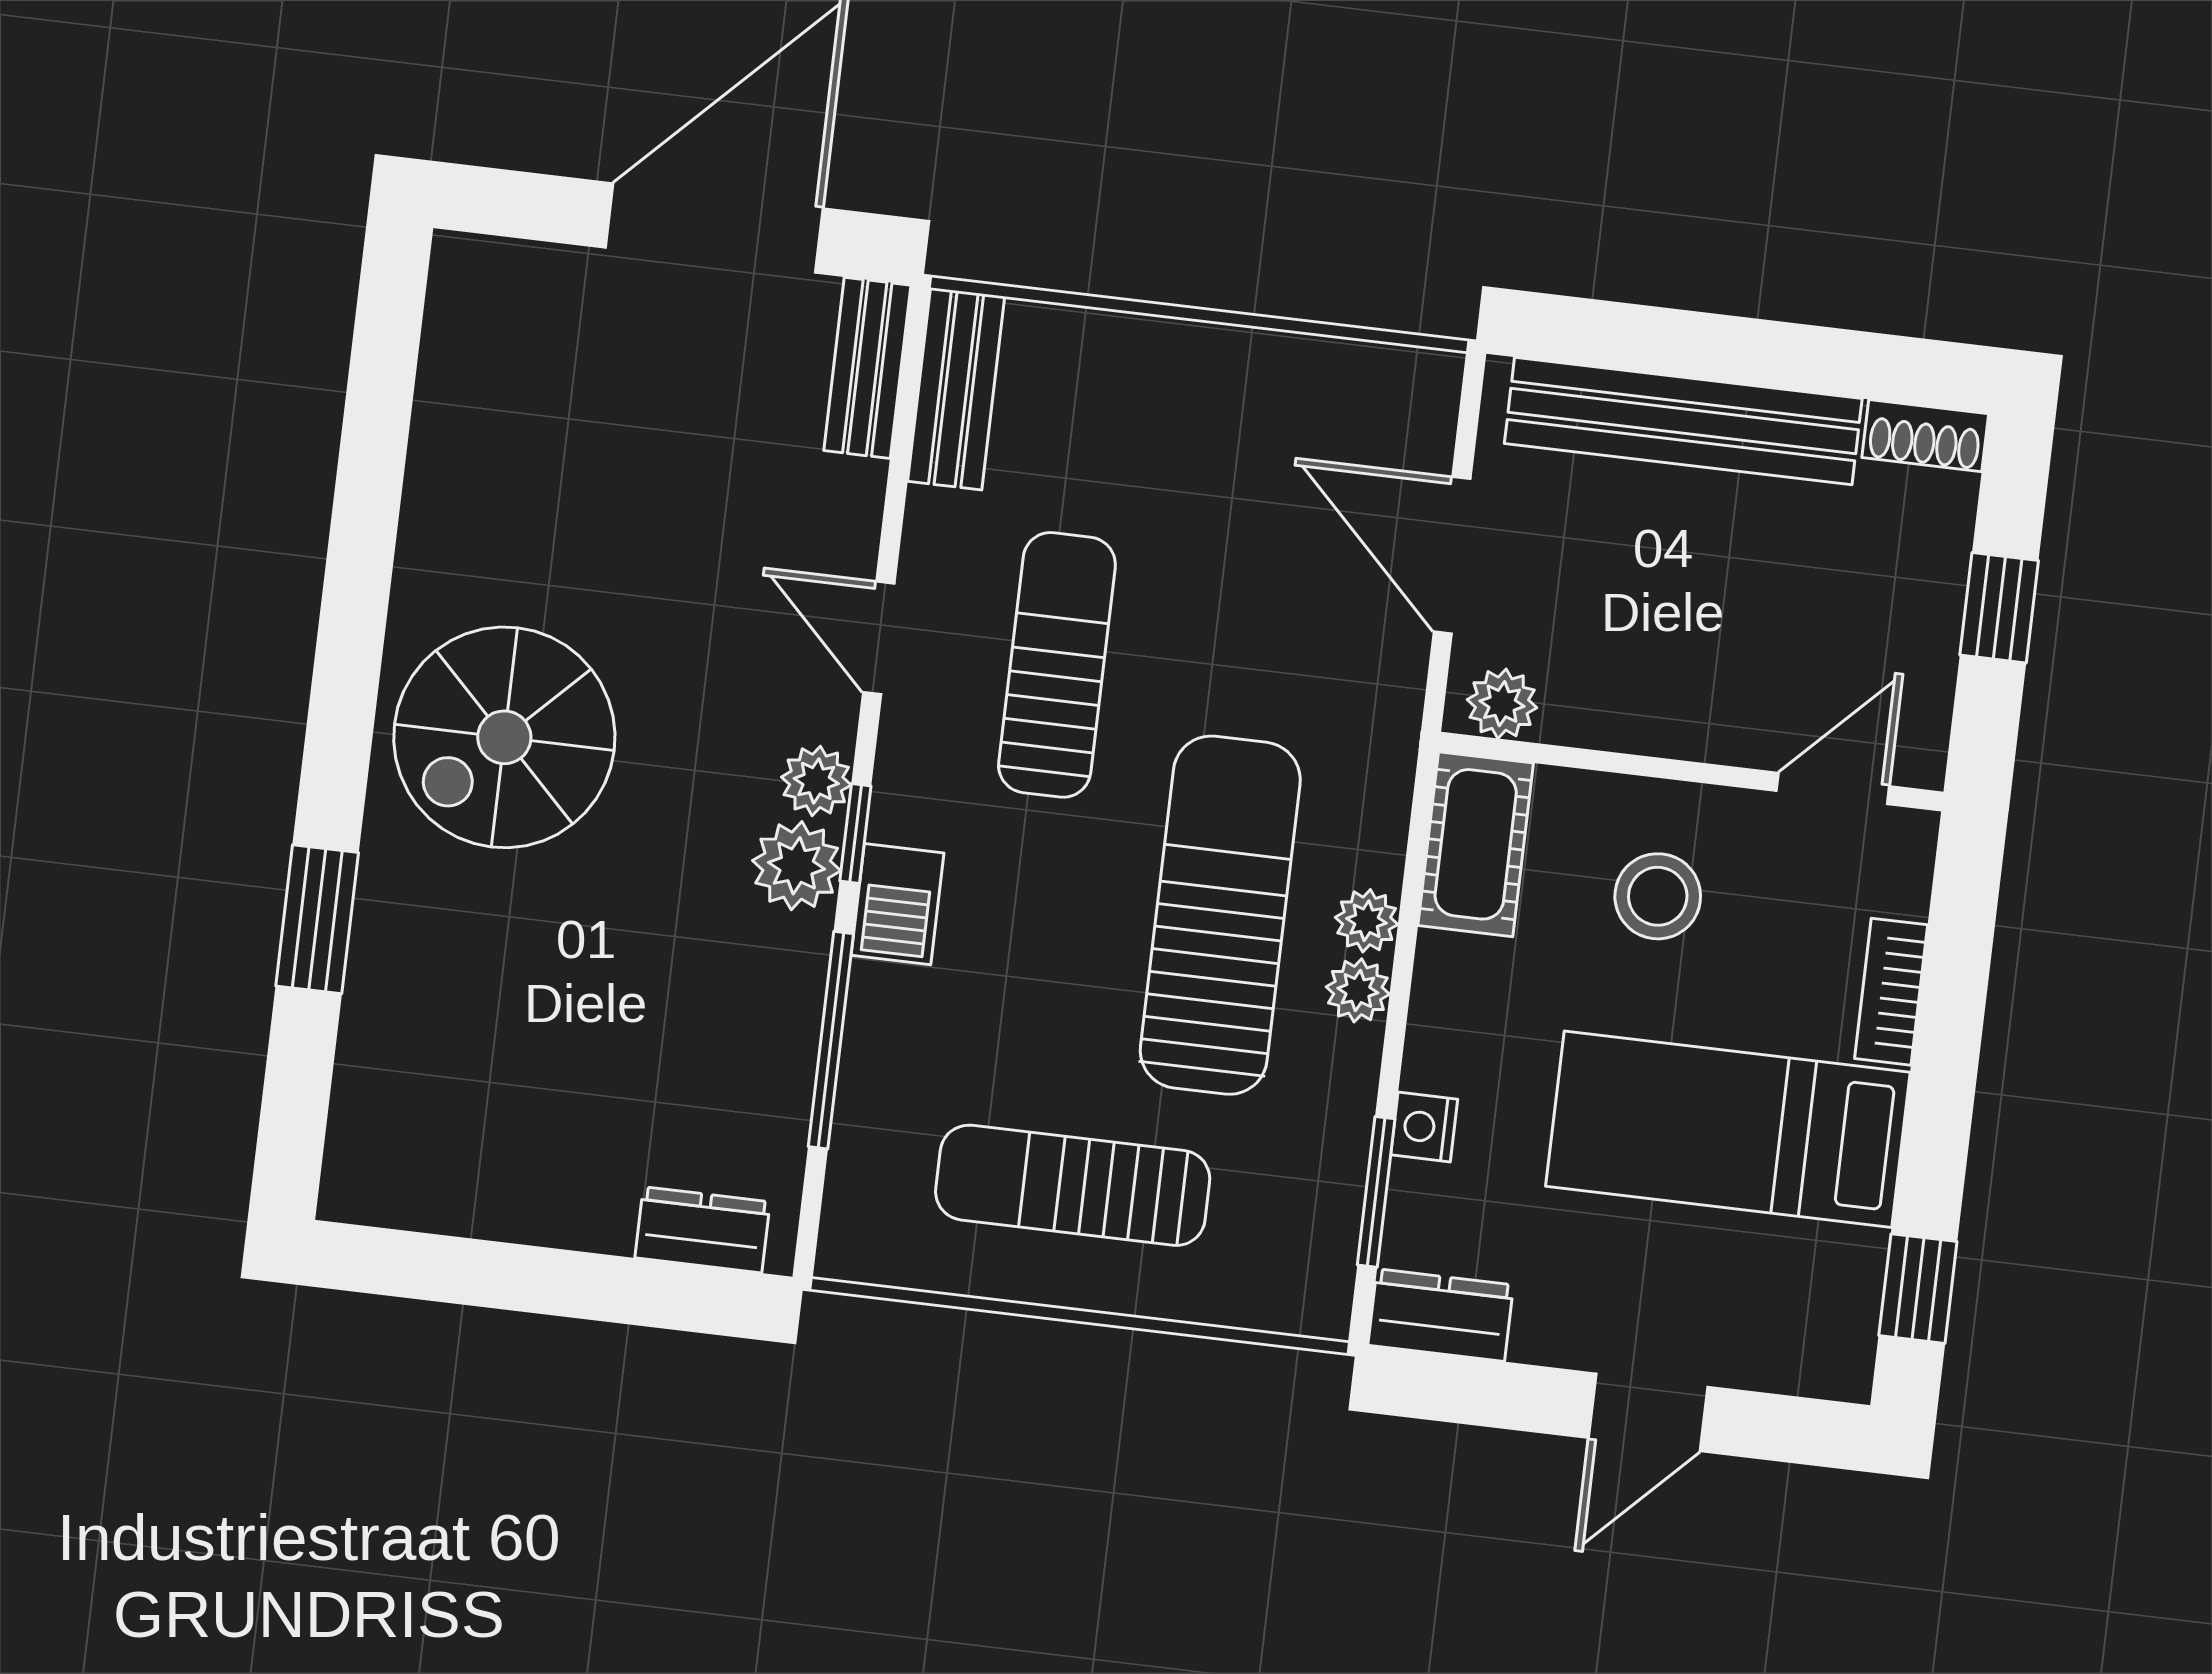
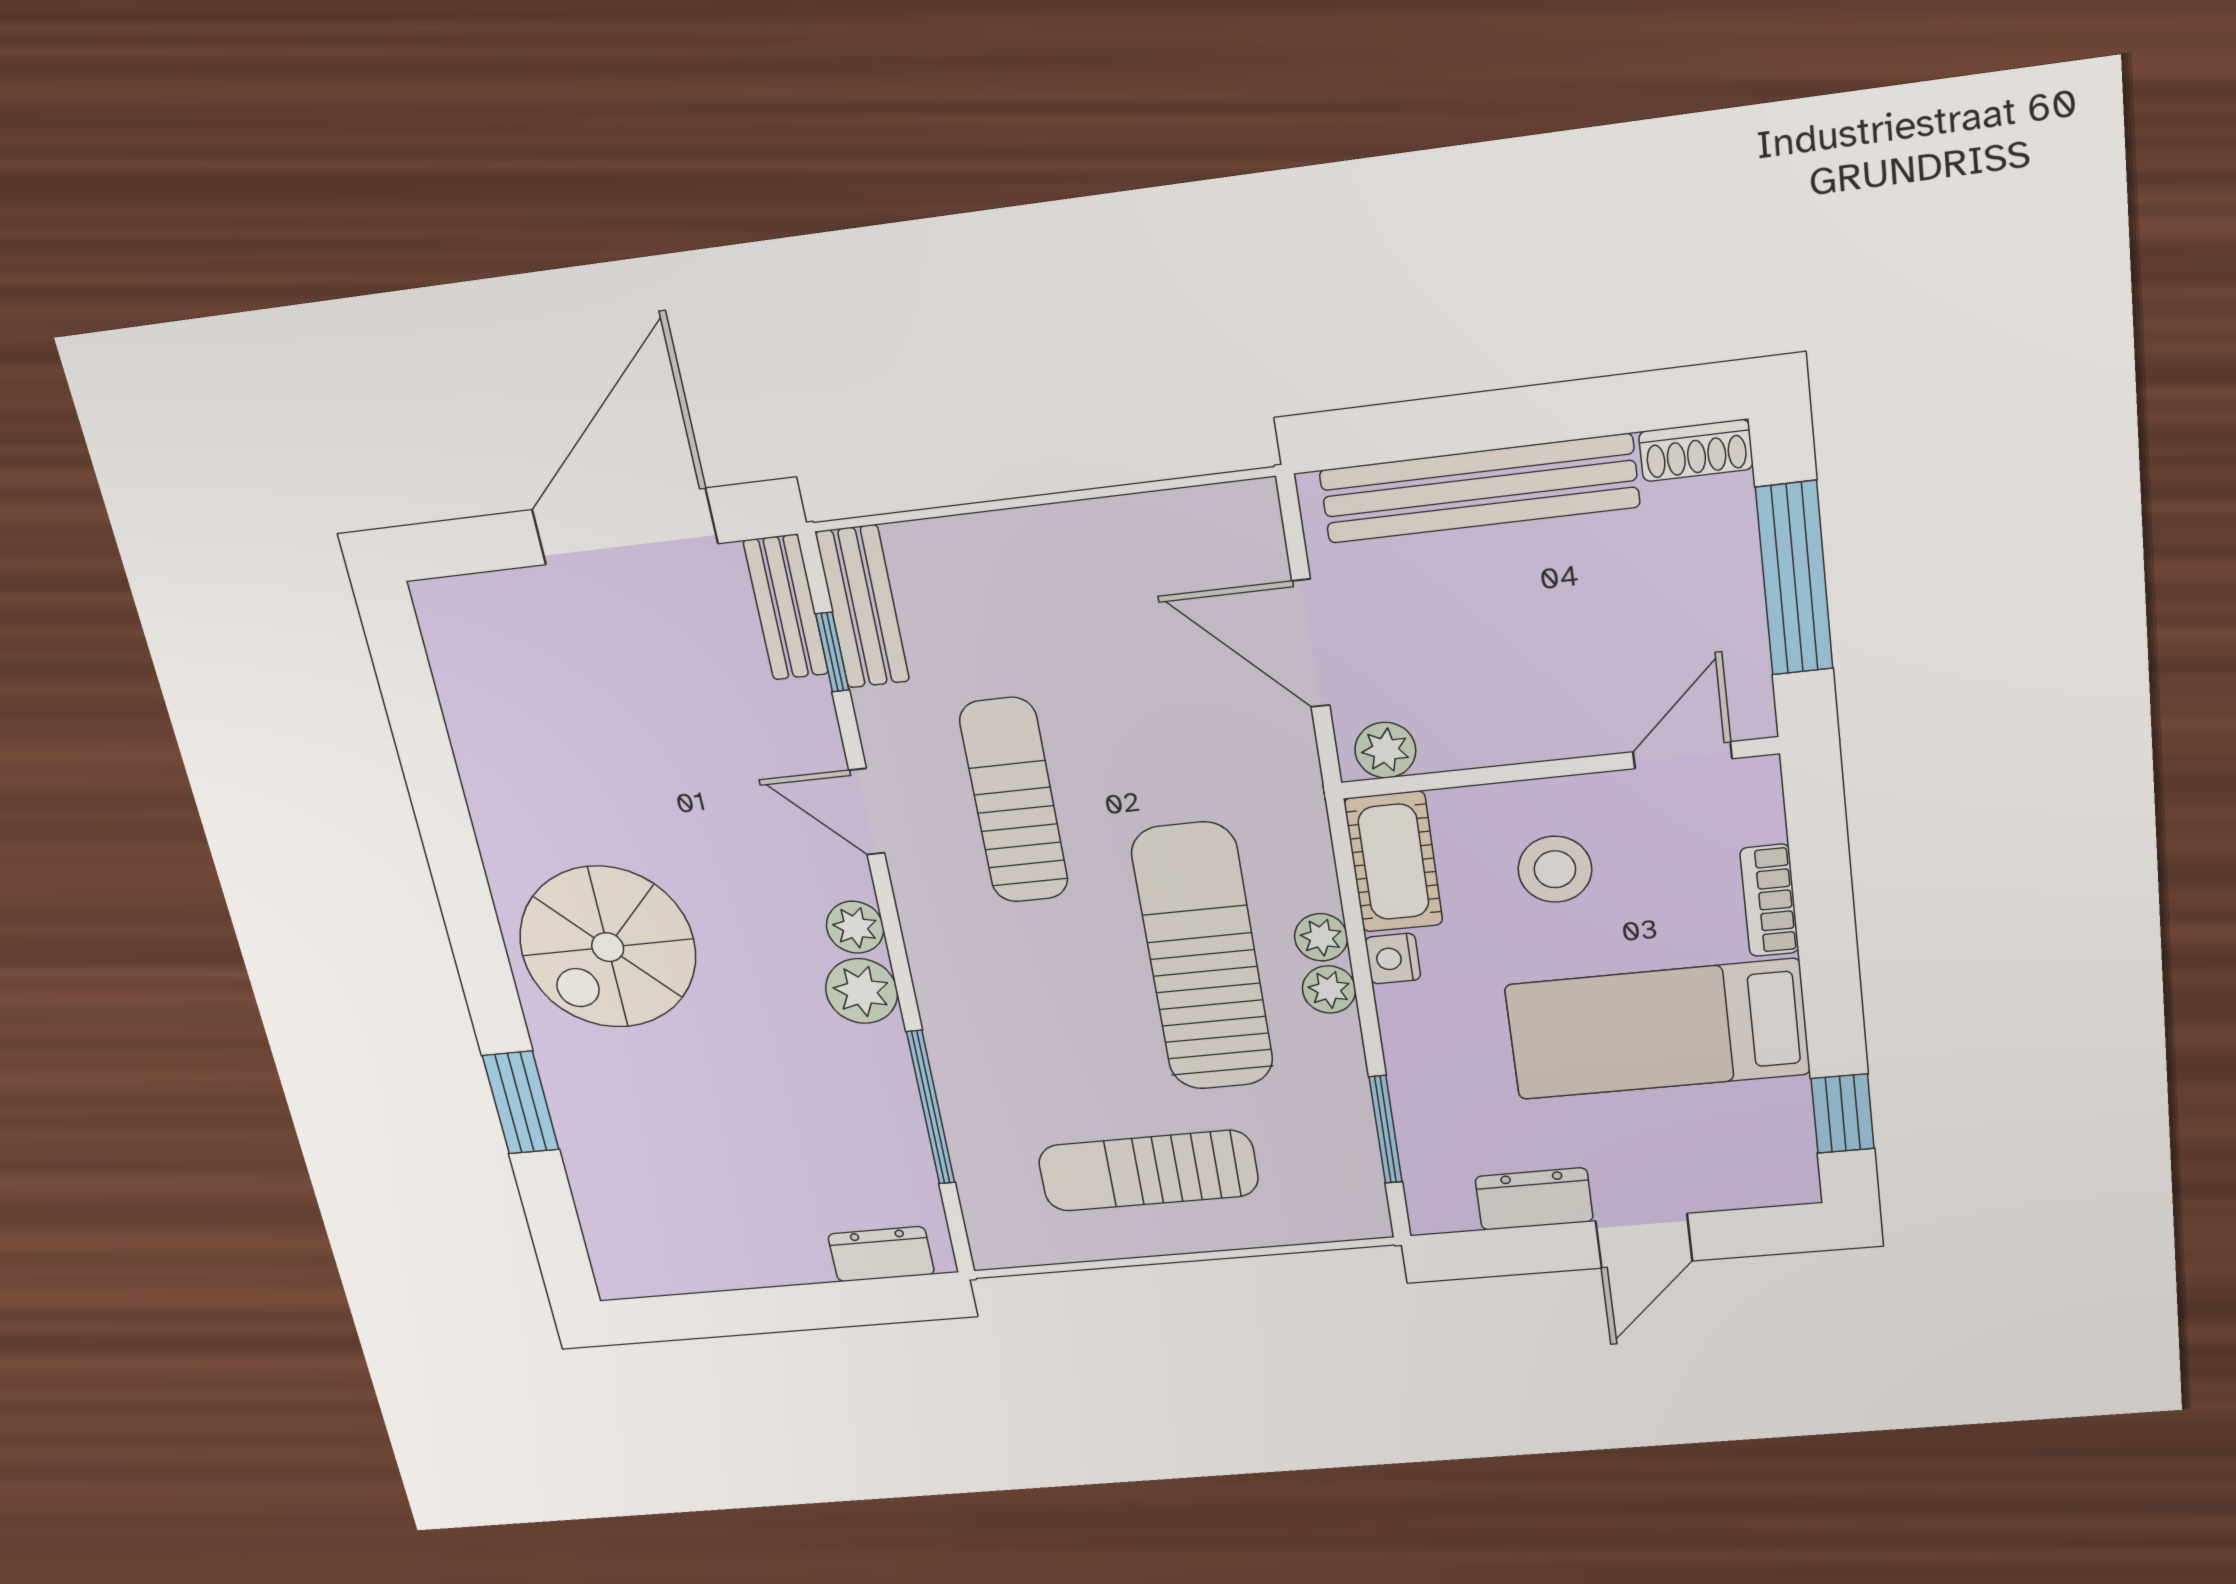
window: (1999, 608) -> (1794, 579), width x2.17
window: (855, 833) -> (832, 652), moved
barbecue: (897, 904) -> (948, 1002), removed
nightstand: (1424, 1127) -> (1393, 959), moved
dresser: (1441, 1315) -> (1534, 1199), moved

